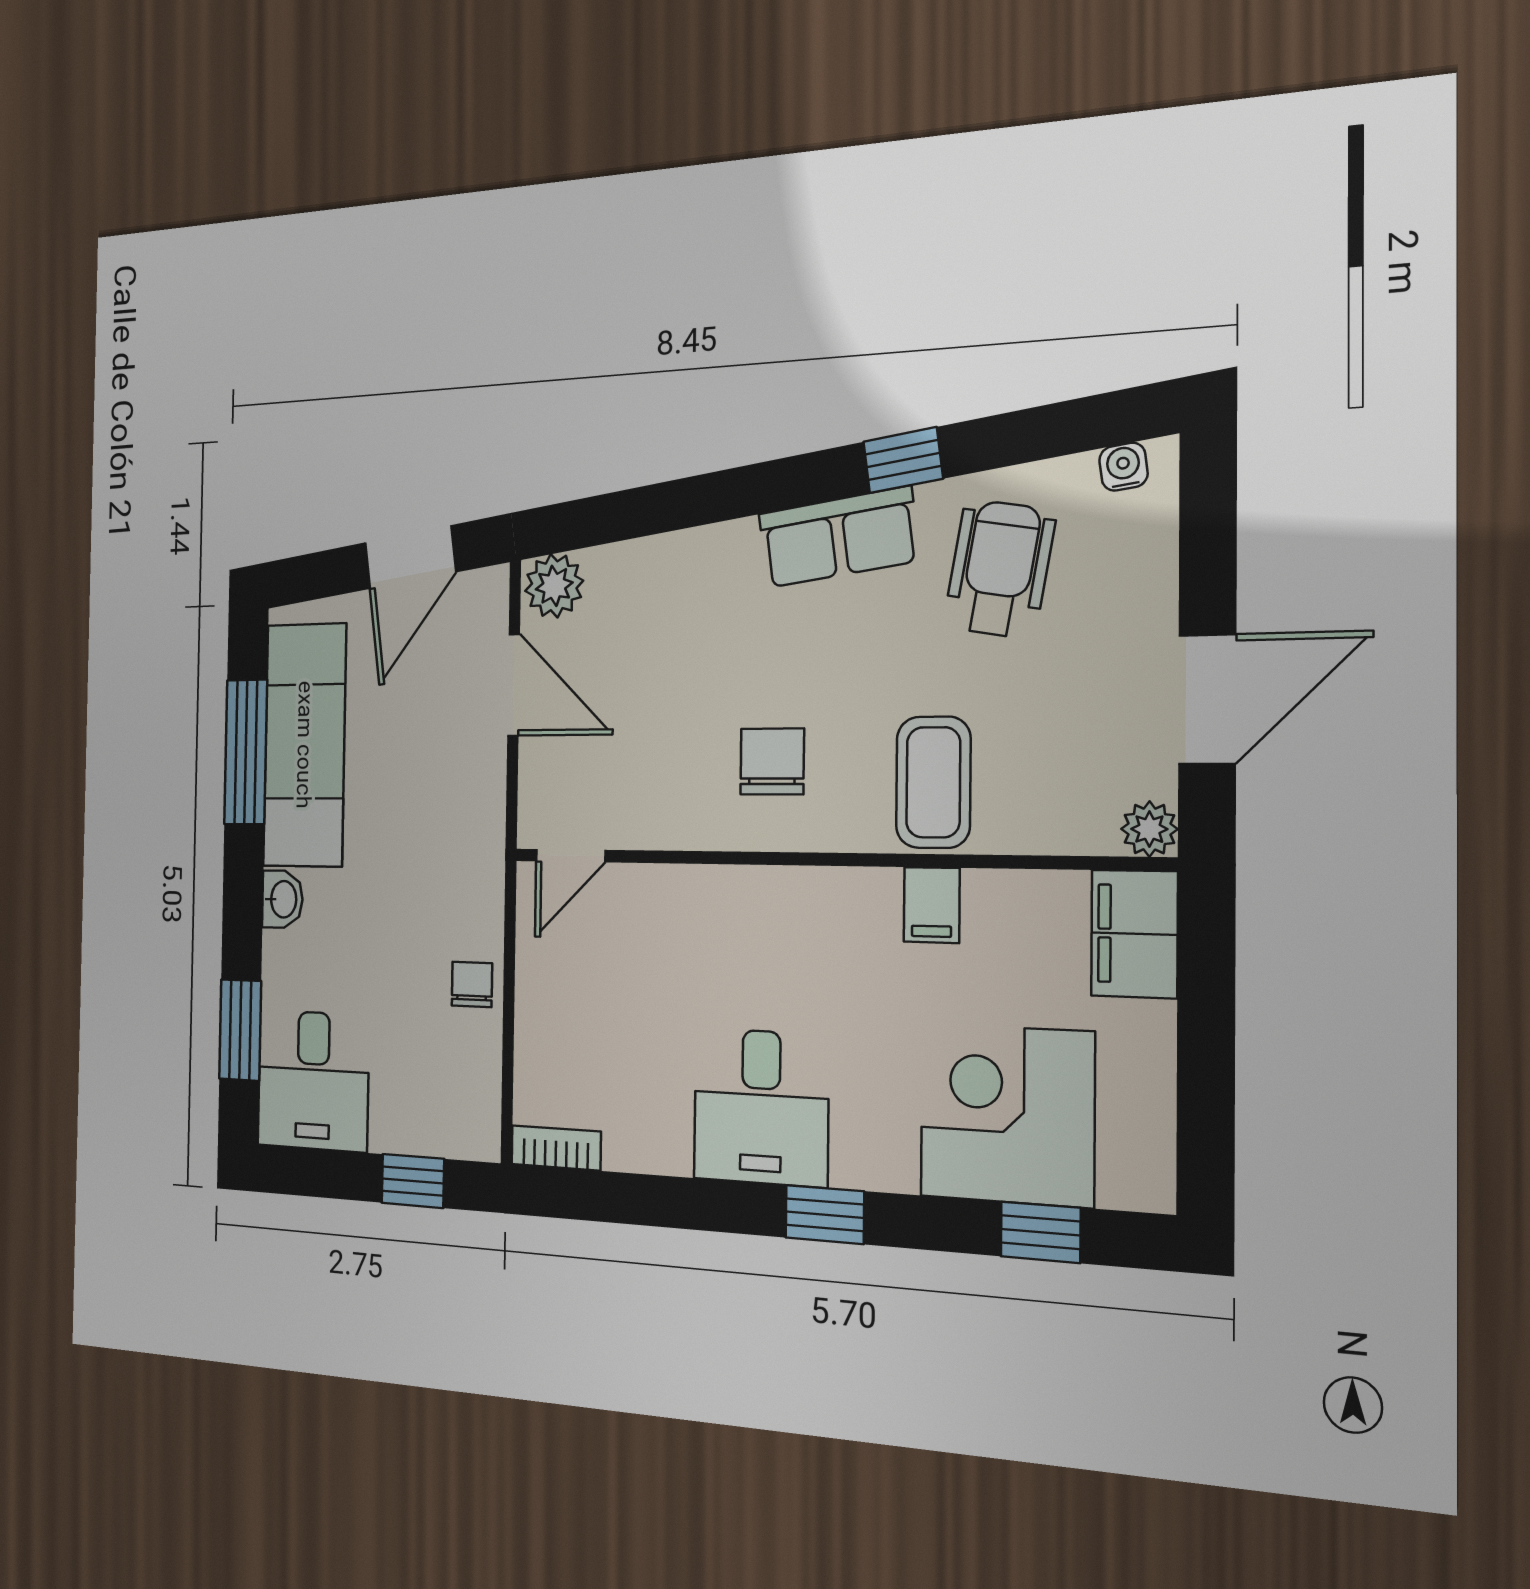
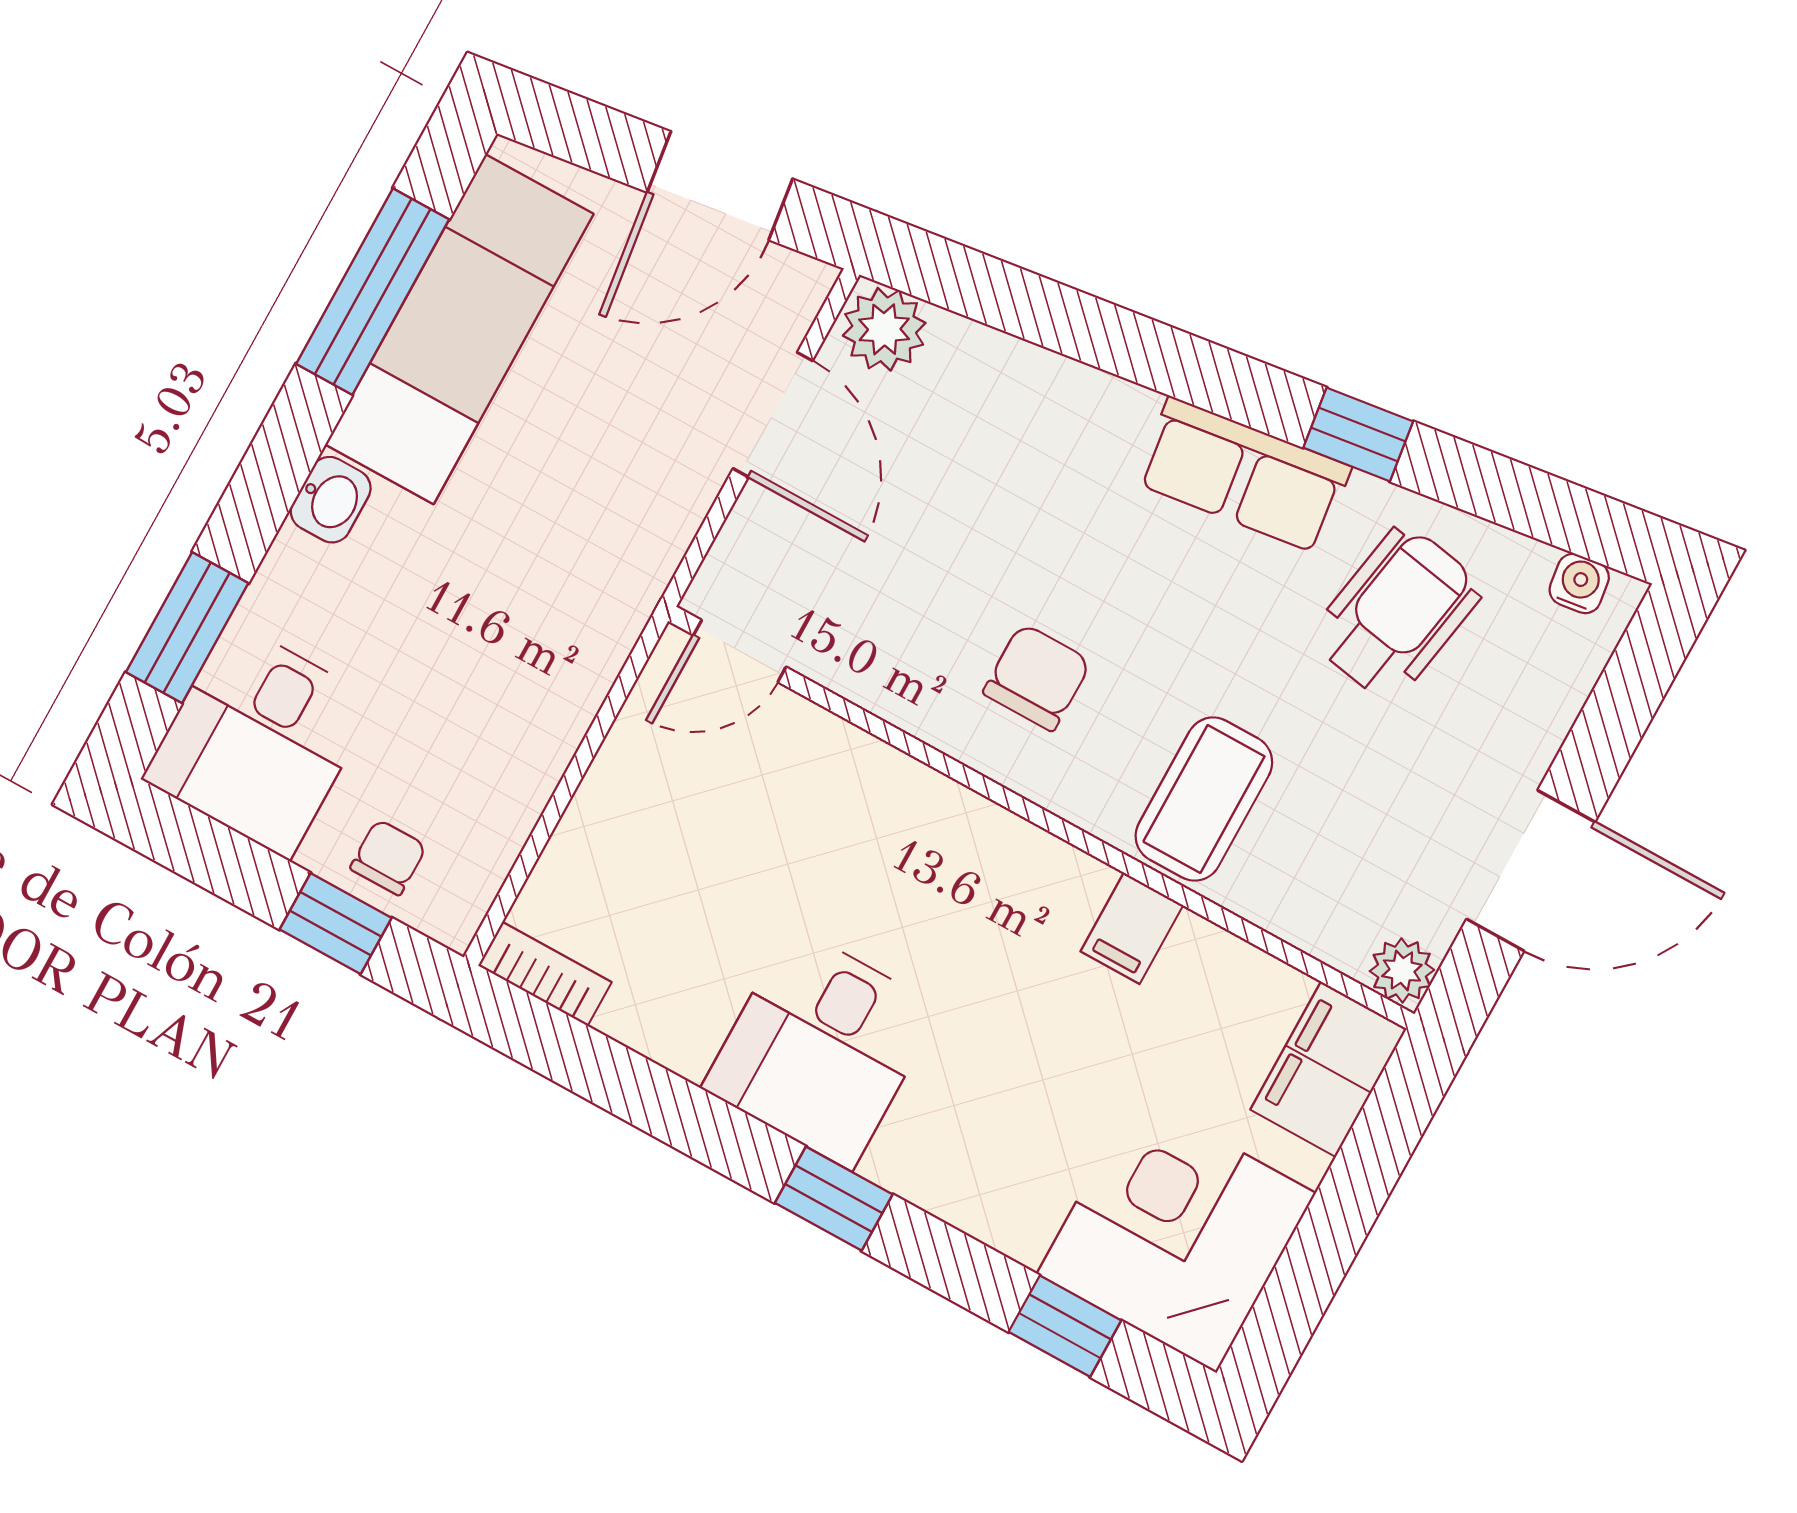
chair: (472, 985) -> (388, 857), moved
corner desk: (1007, 1115) -> (1176, 1233), moved

